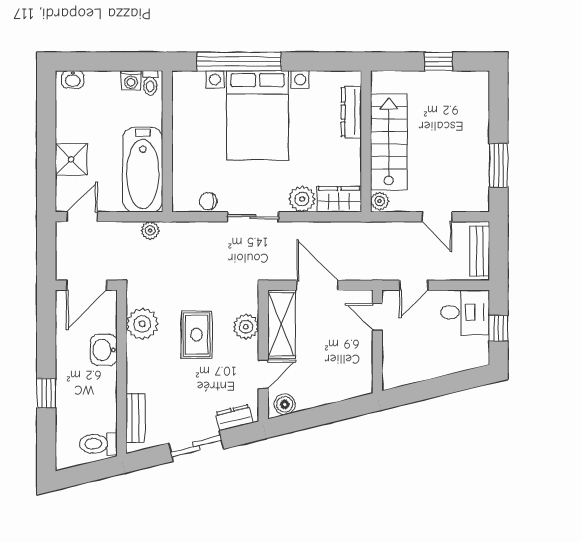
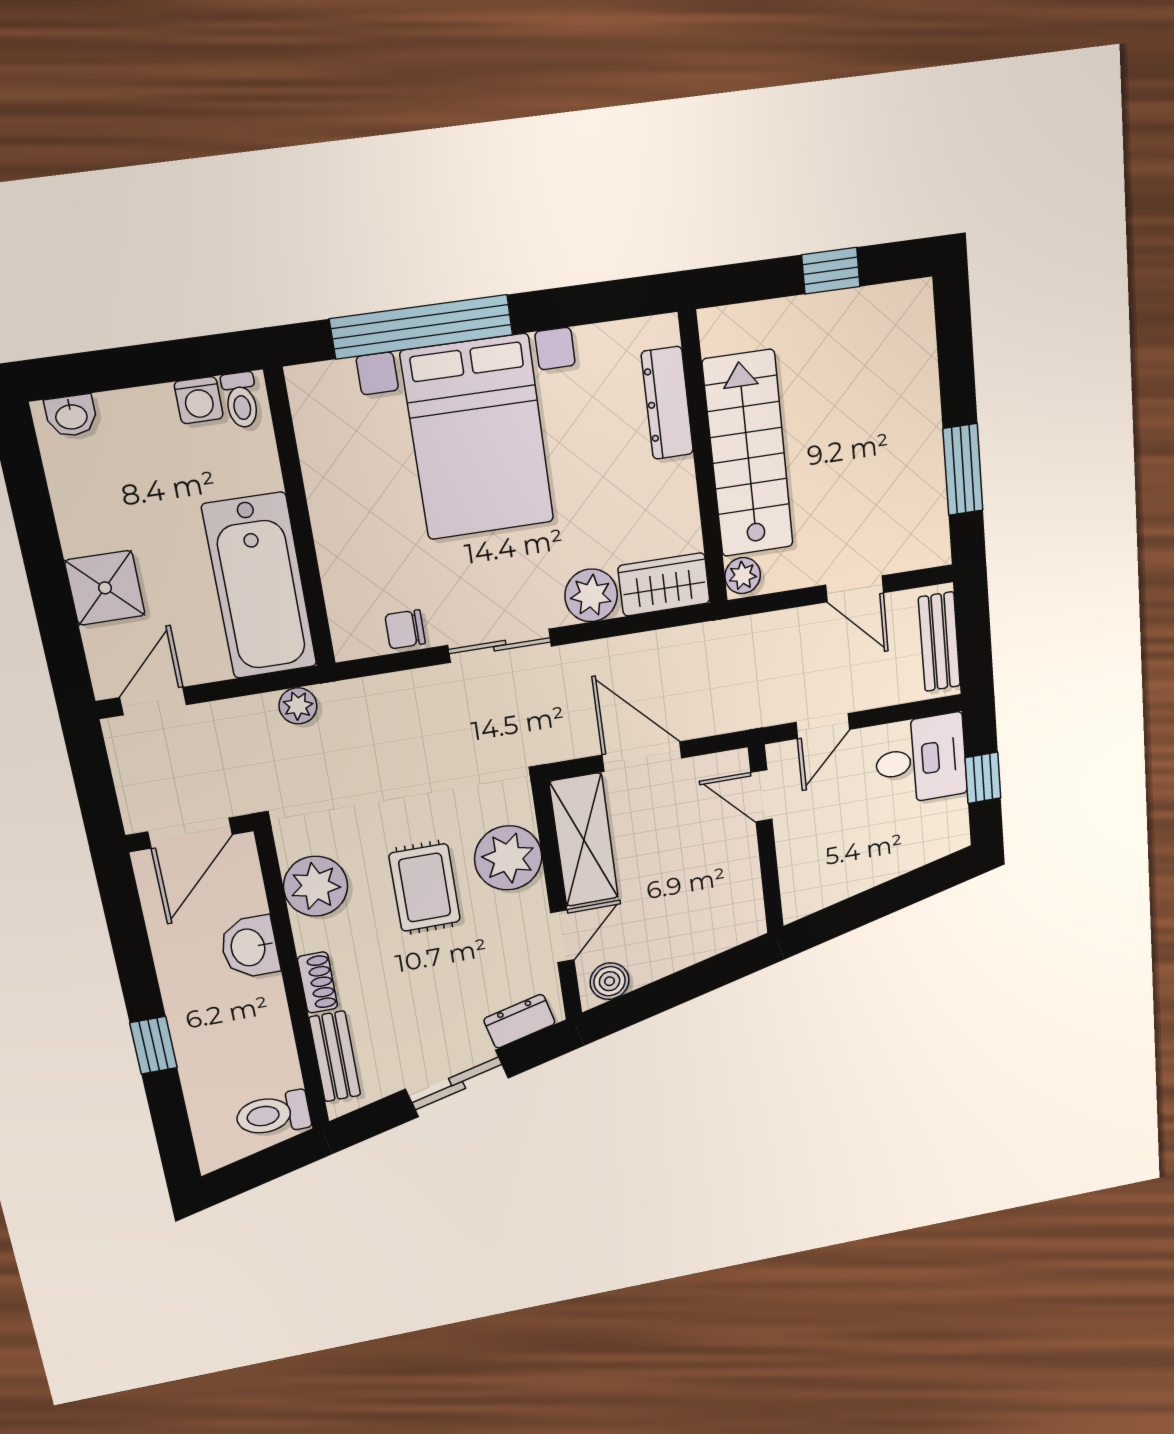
plant: (246, 327) -> (508, 858), width x1.36, depth x1.36
shoe rack: (134, 375) -> (317, 982), added

